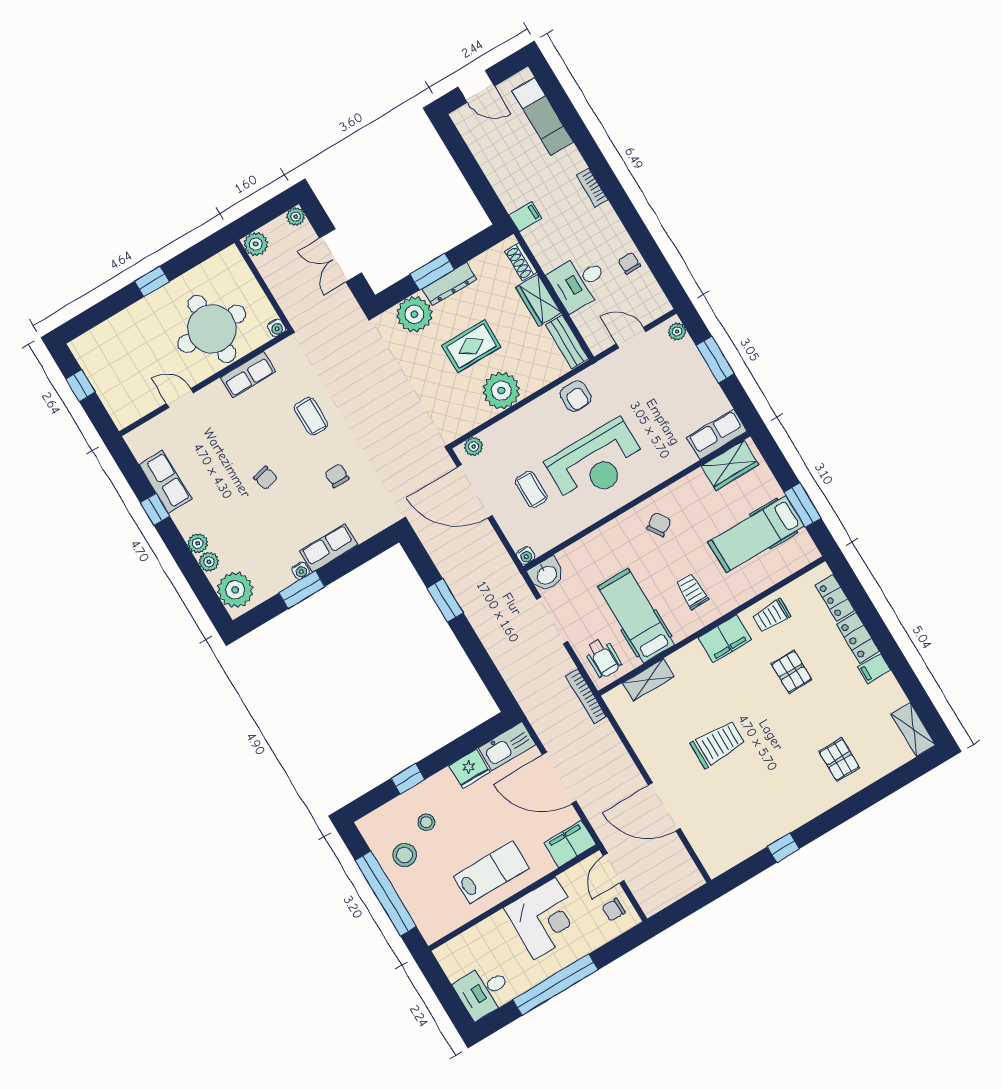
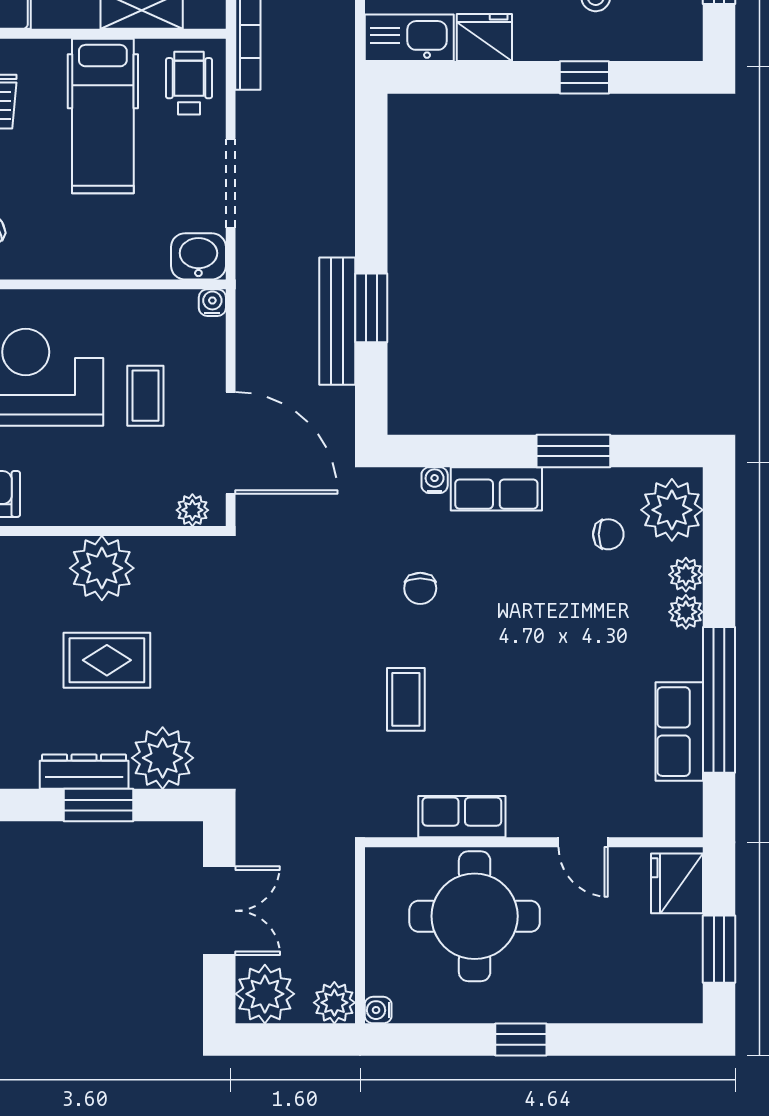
plant: (296, 217) -> (265, 994), width x1.87, depth x1.87
water cooler: (277, 328) -> (378, 1010), moved, turned -90
window: (80, 385) -> (719, 949), width x1.50
fridge: (121, 406) -> (677, 883), added
chair: (265, 478) -> (608, 534), moved, turned 104
window: (155, 509) -> (719, 700), width x3.17
water cooler: (301, 571) -> (435, 480), moved
bench: (458, 584) -> (337, 321), added

